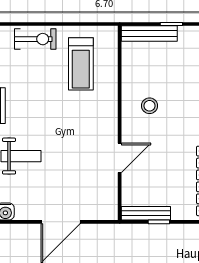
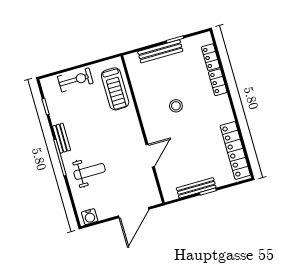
wall: (120, 123) -> (143, 129), moved
door: (120, 158) -> (150, 156), moved

